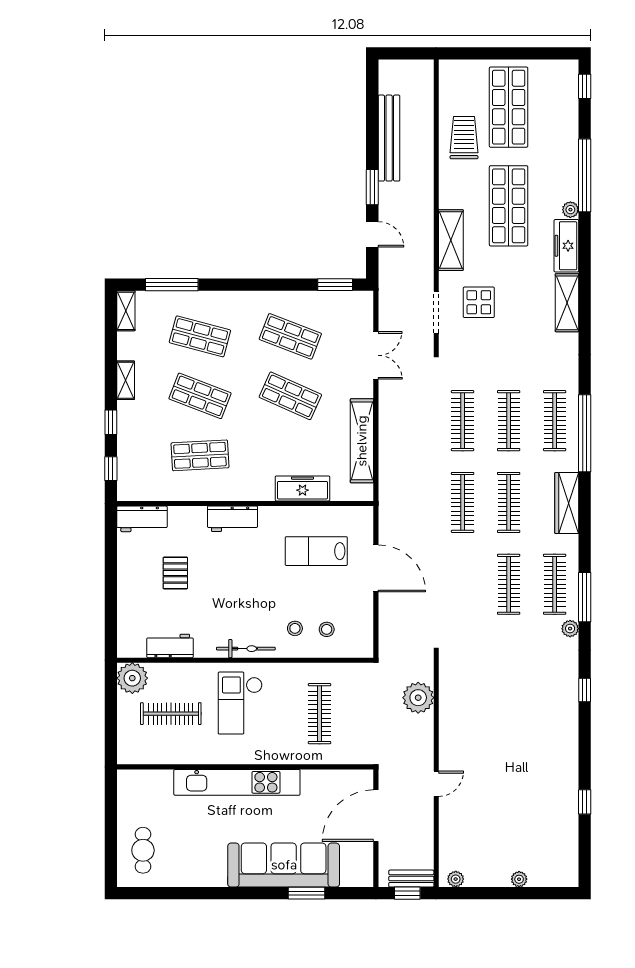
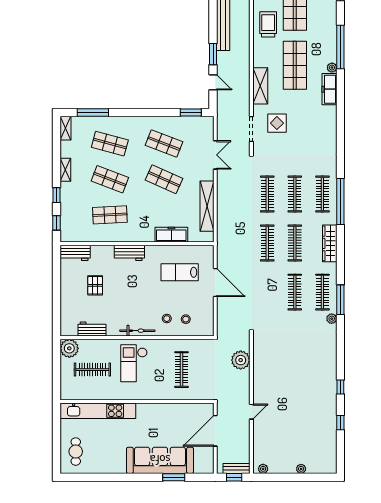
shelving: (567, 303) -> (330, 123), removed
window: (585, 690) -> (340, 387), moved
kitchen unit: (237, 782) -> (98, 411), moved

